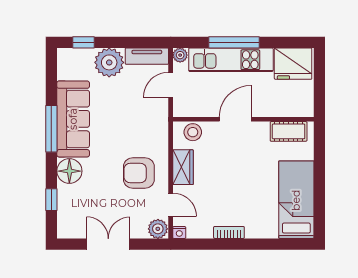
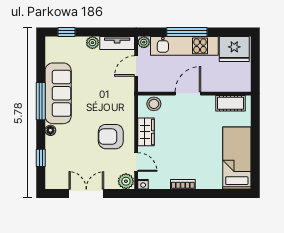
plant: (109, 62) -> (92, 43), width x0.53, depth x0.53
floor lamp: (69, 171) -> (50, 130), width x0.53, depth x0.53

